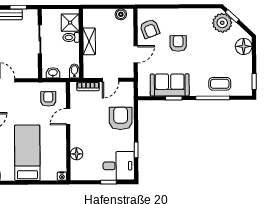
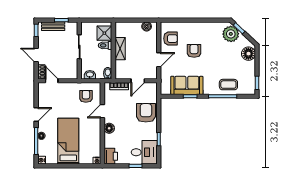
armchair: (150, 29) -> (170, 39), turned -69
floor lamp: (77, 154) -> (109, 128), moved
printer: (78, 171) -> (111, 156), added

